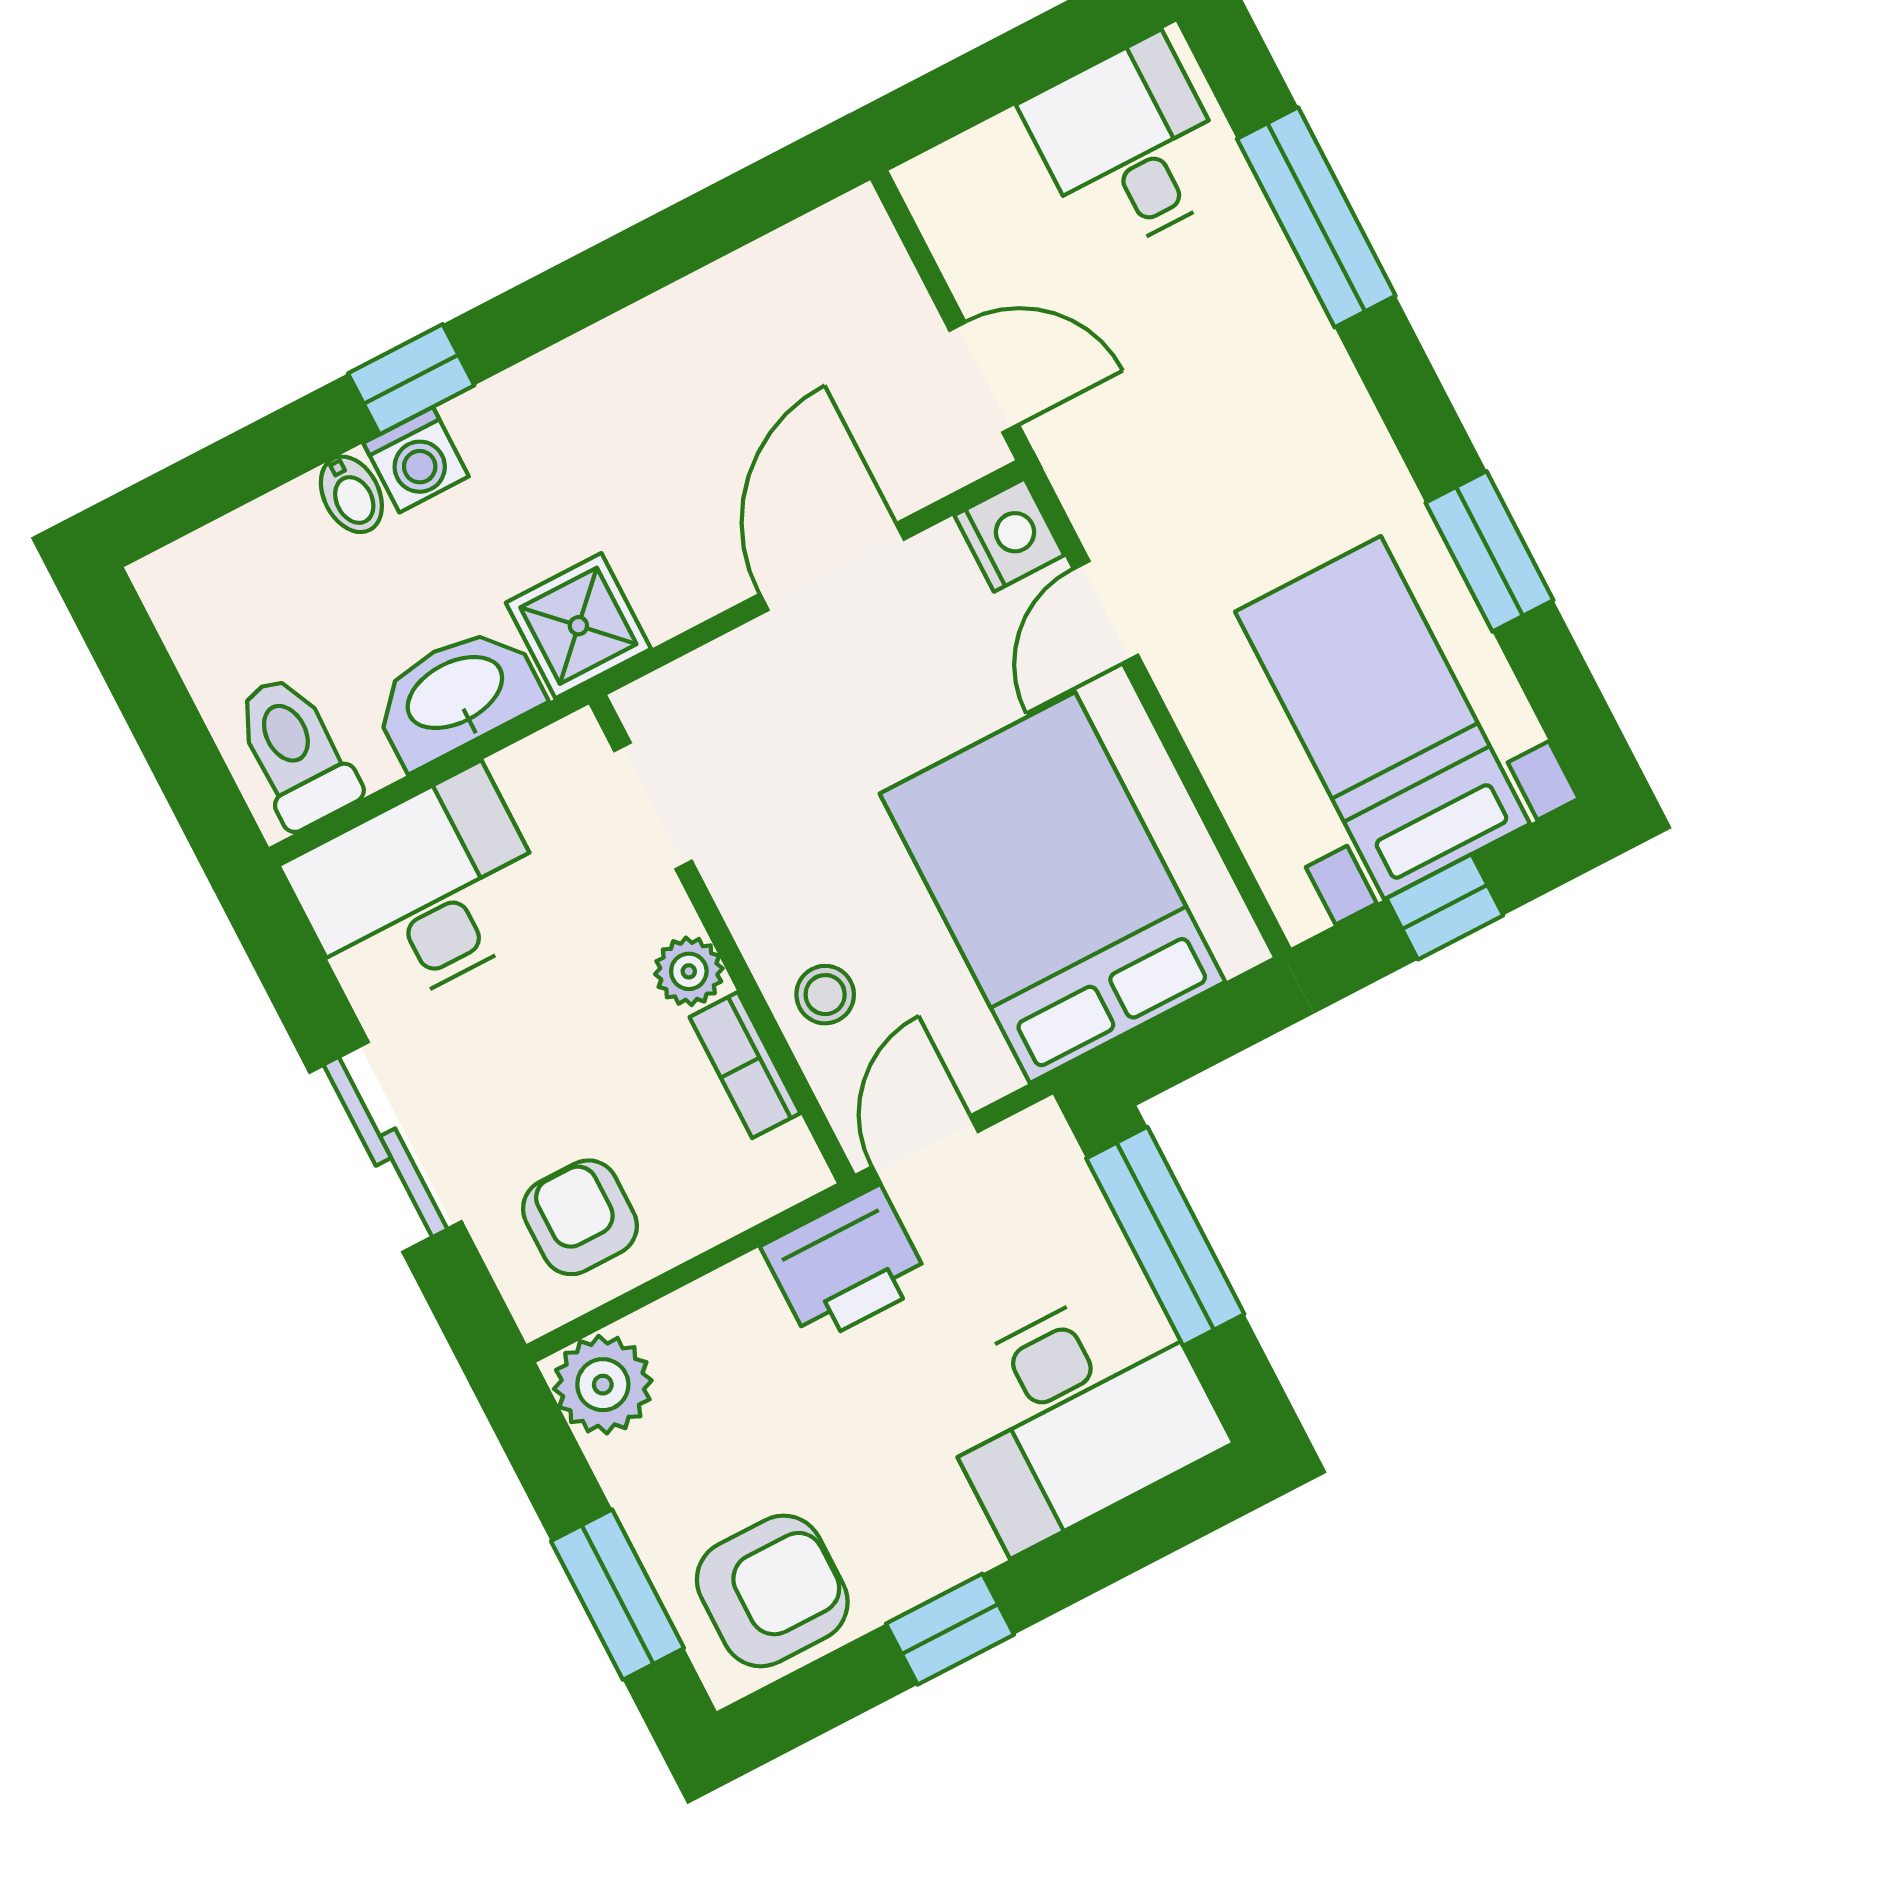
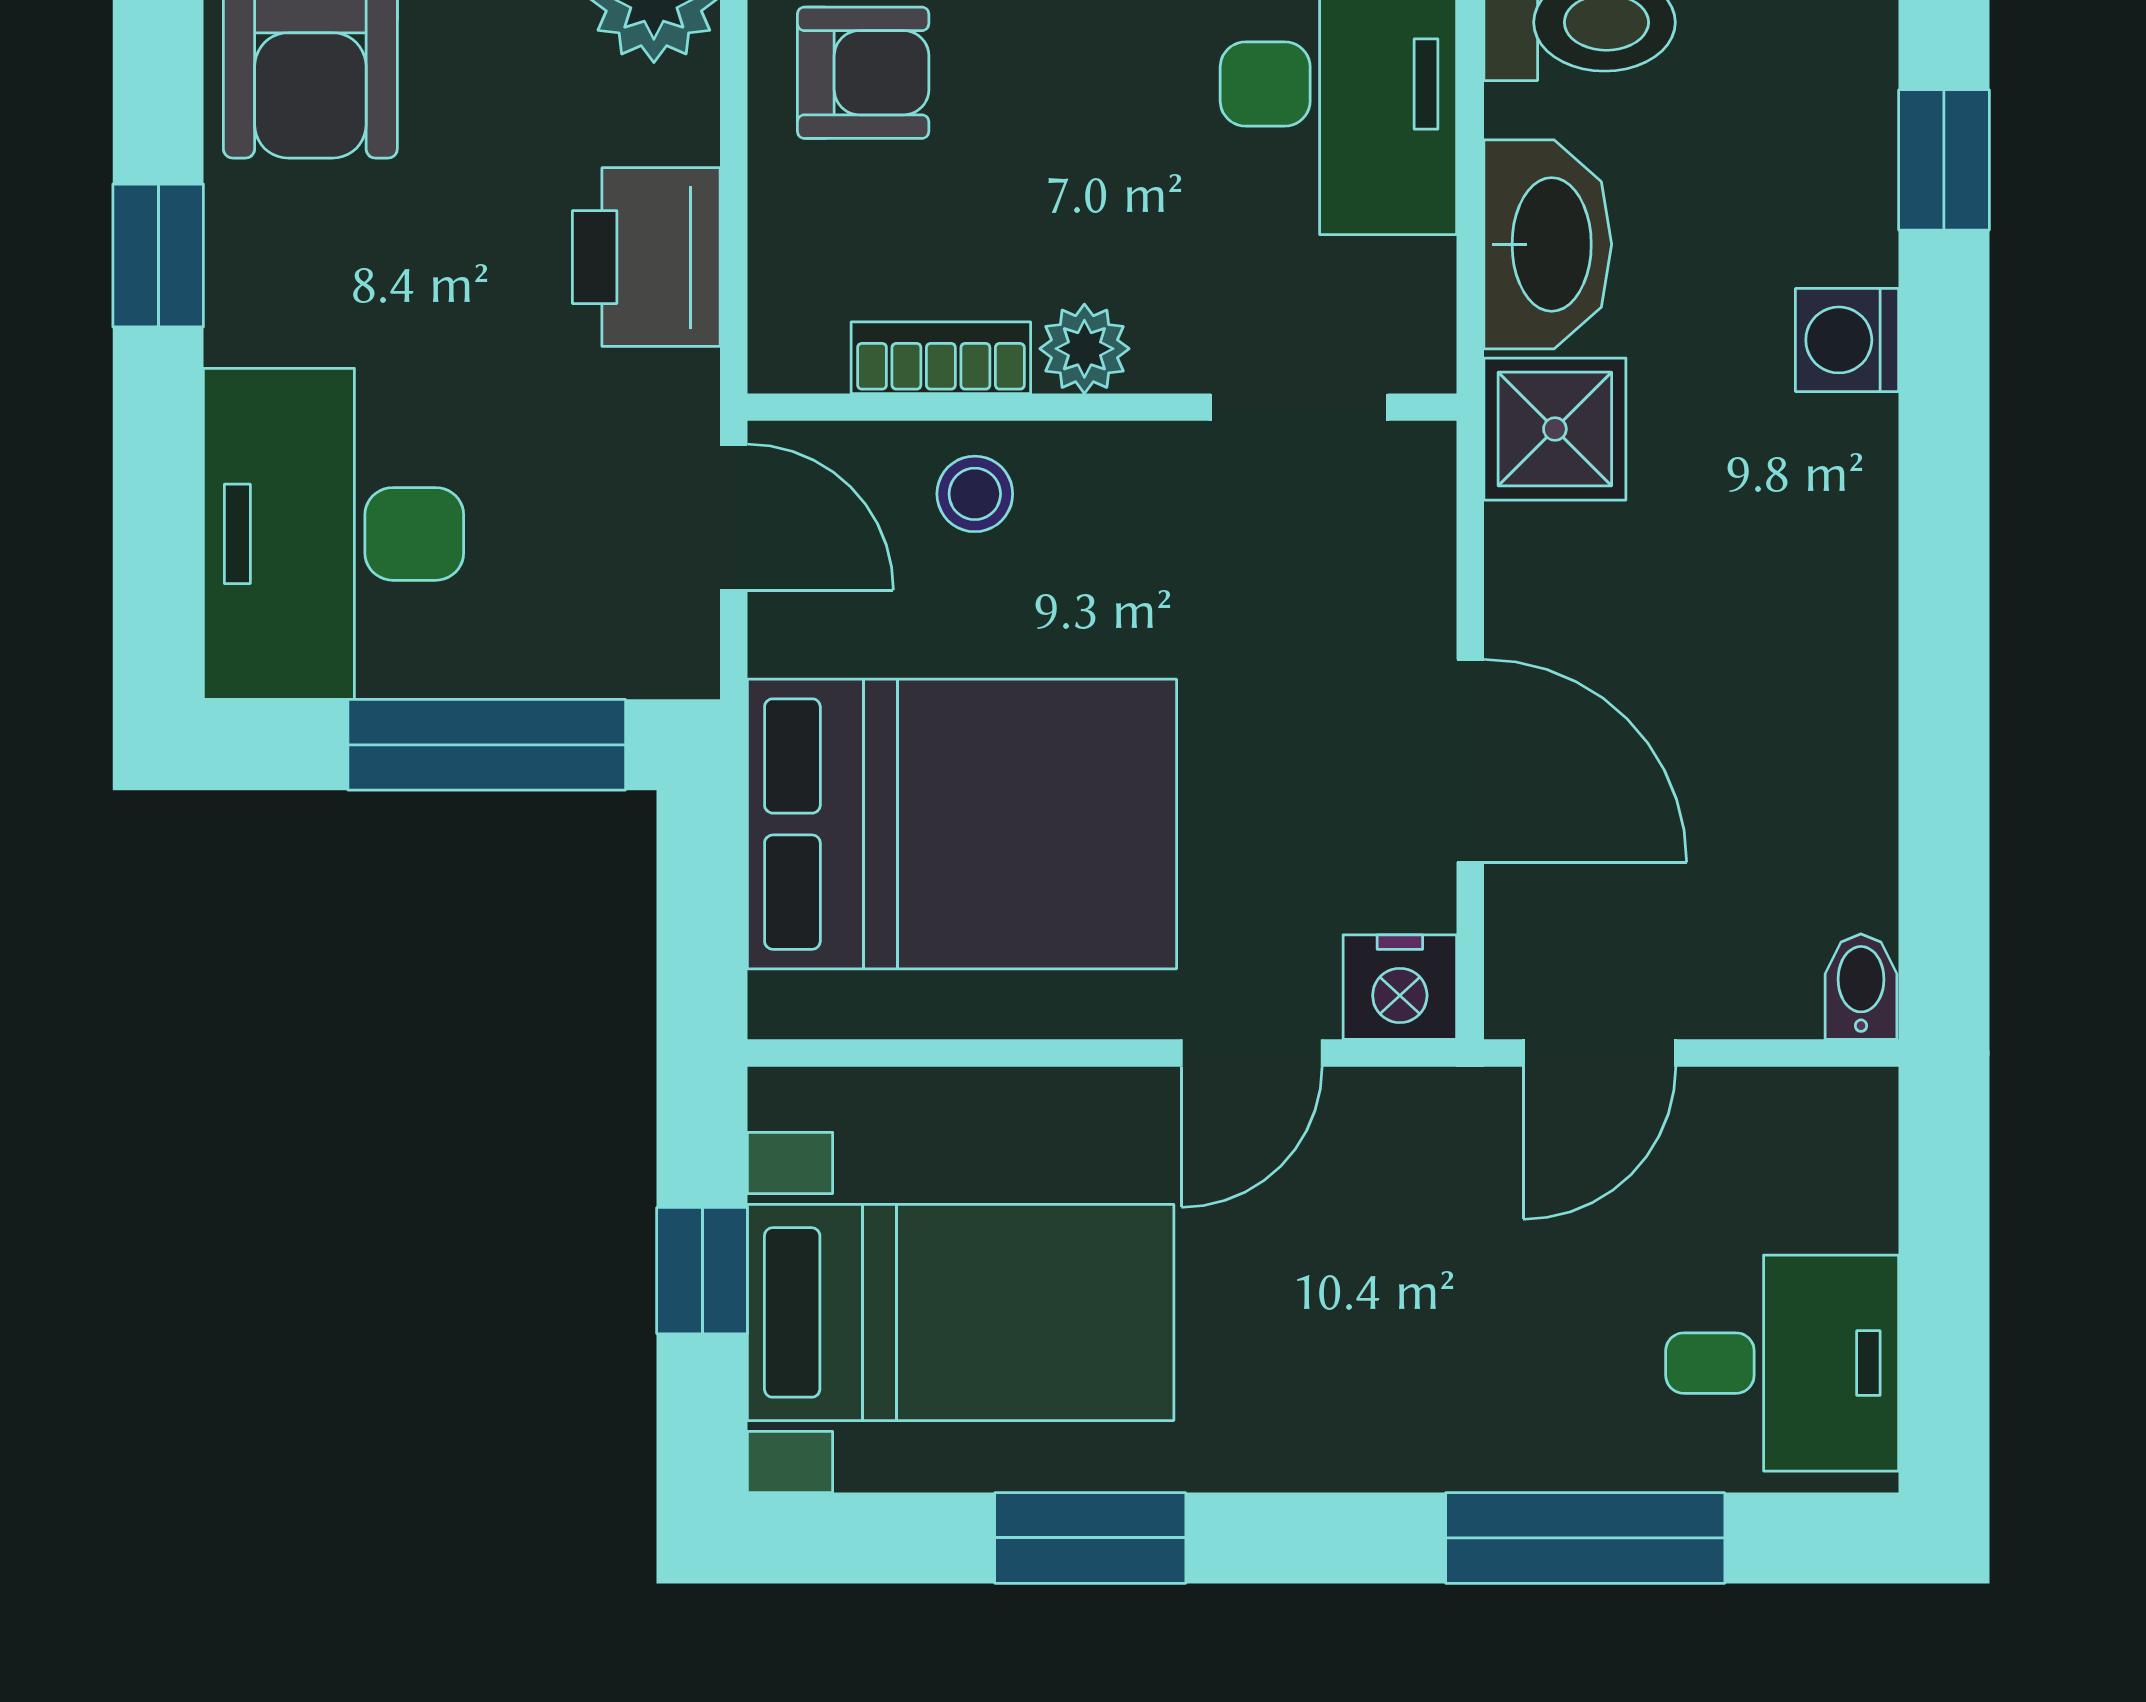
window: (411, 379) -> (1944, 160), moved
bidet: (351, 494) -> (1861, 987), moved, turned 90
door: (1106, 612) -> (1252, 1053), swing flipped
printer: (846, 1265) -> (646, 257), moved

